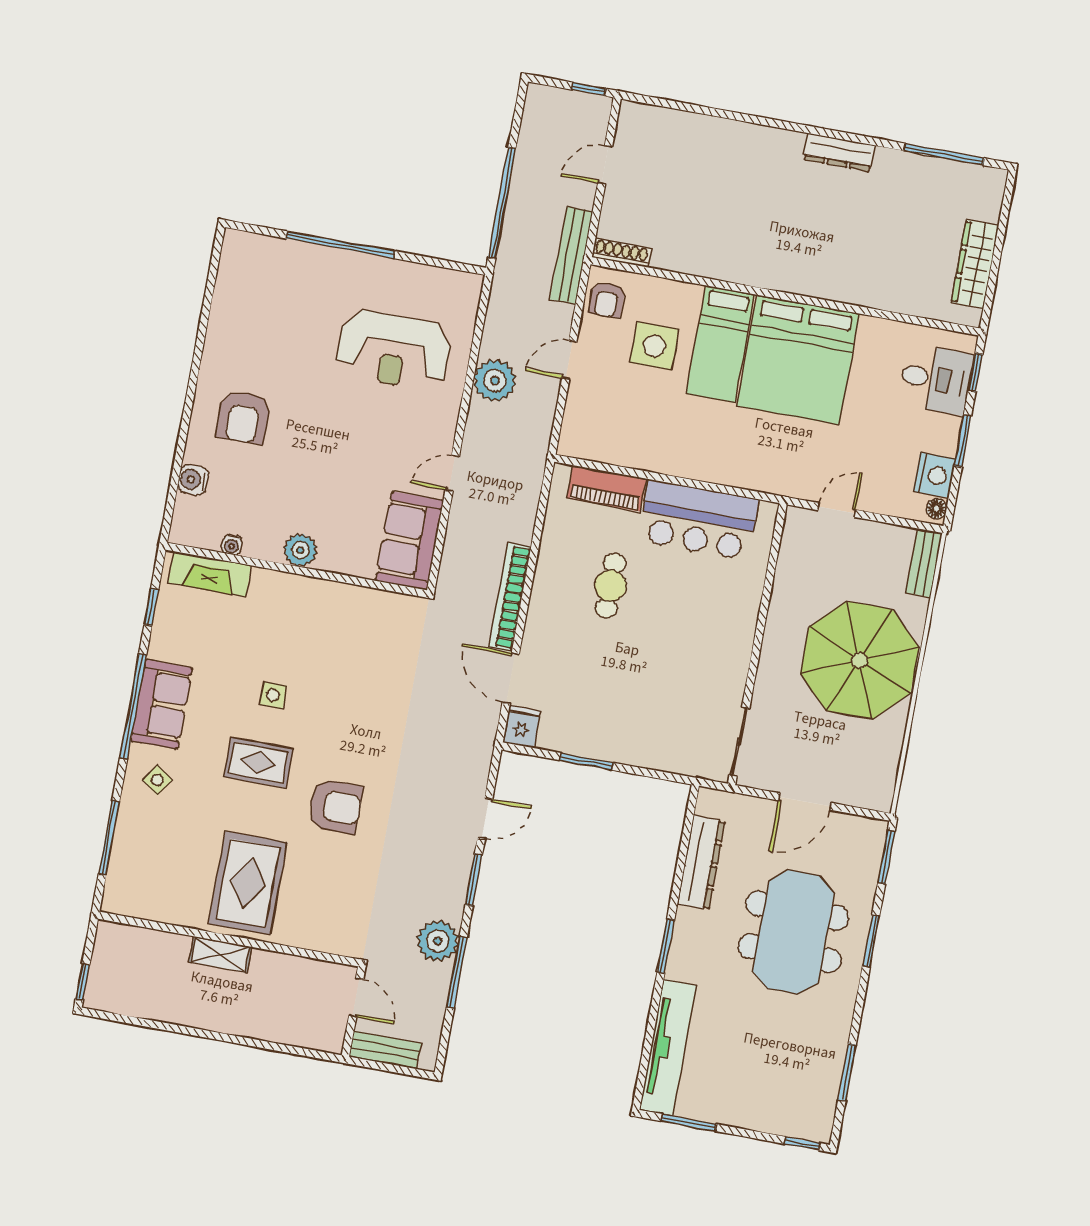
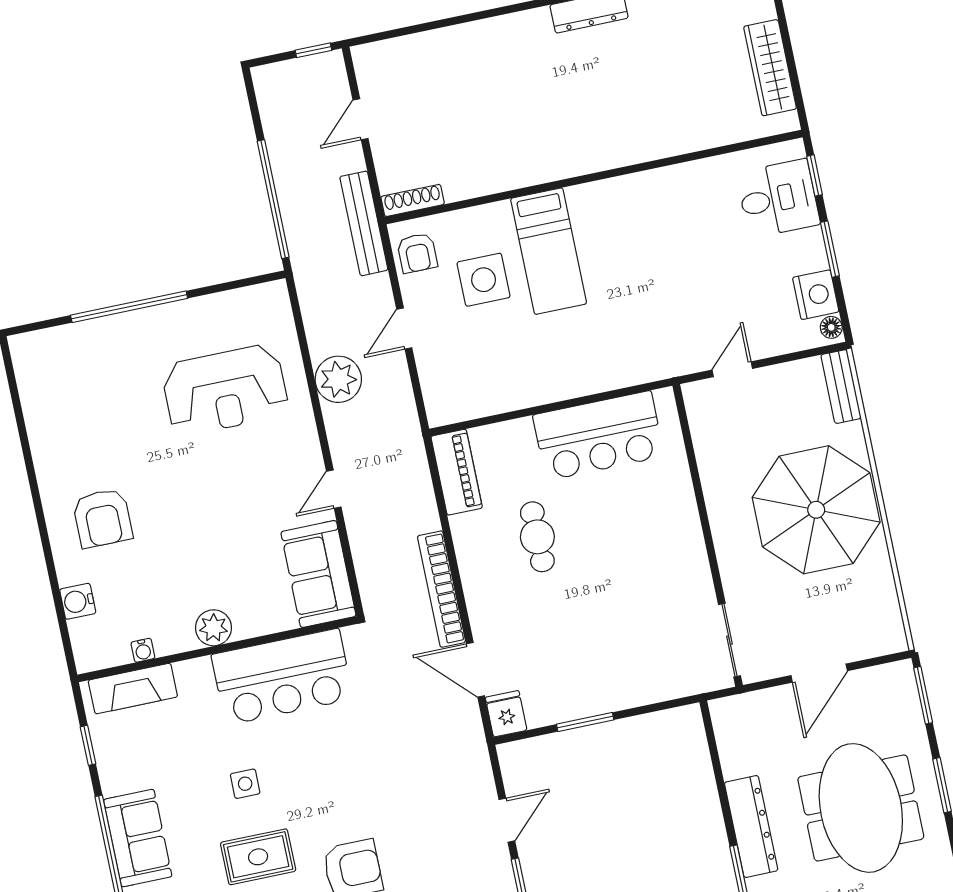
bed: (798, 360) -> (633, 235), removed
piano: (606, 488) -> (457, 472), moved, turned -90
bar counter: (342, 616) -> (282, 677), added
dresser: (701, 863) -> (751, 827), moved

